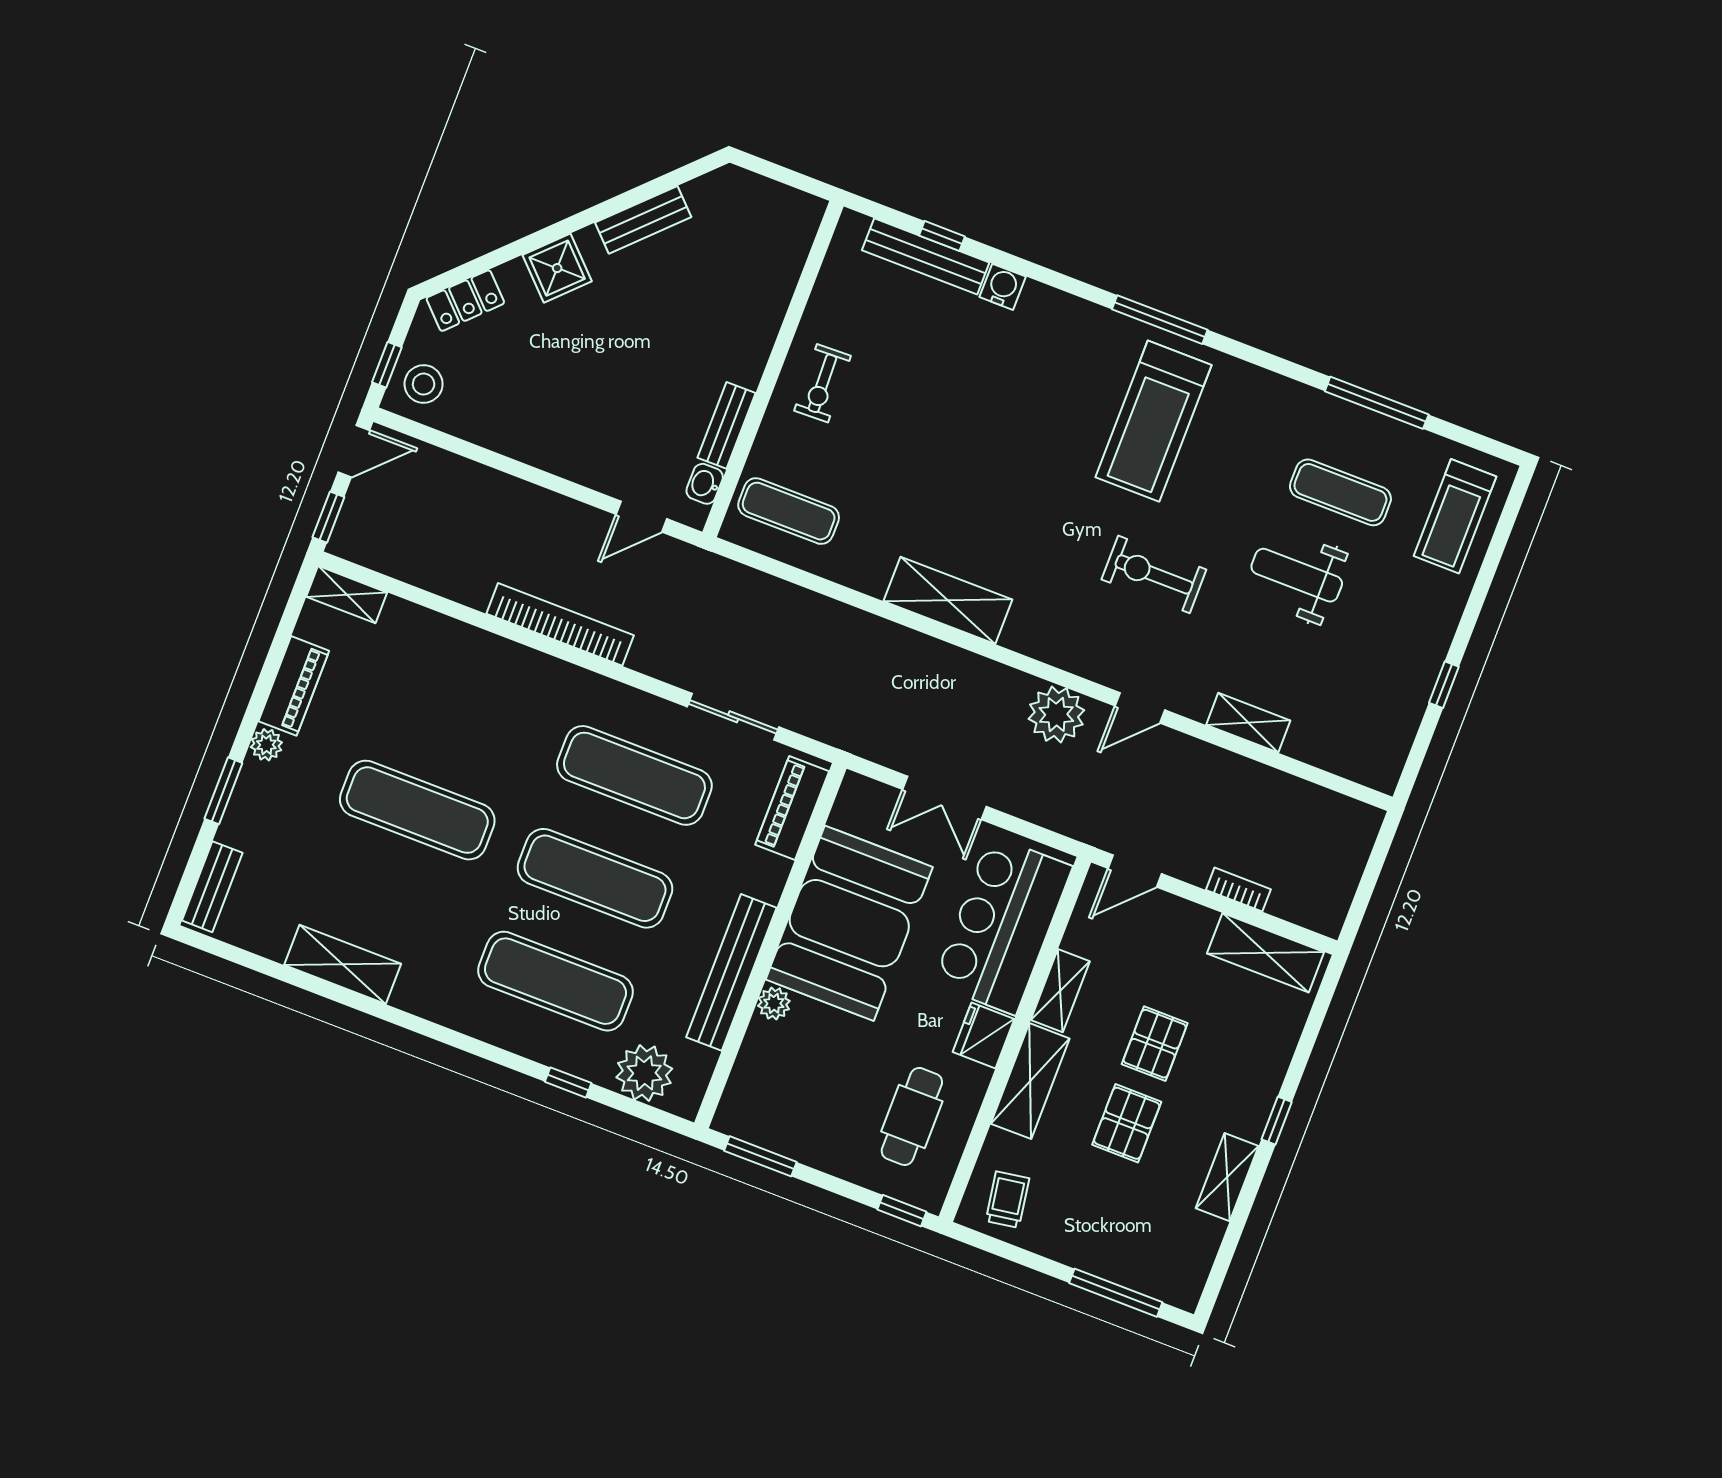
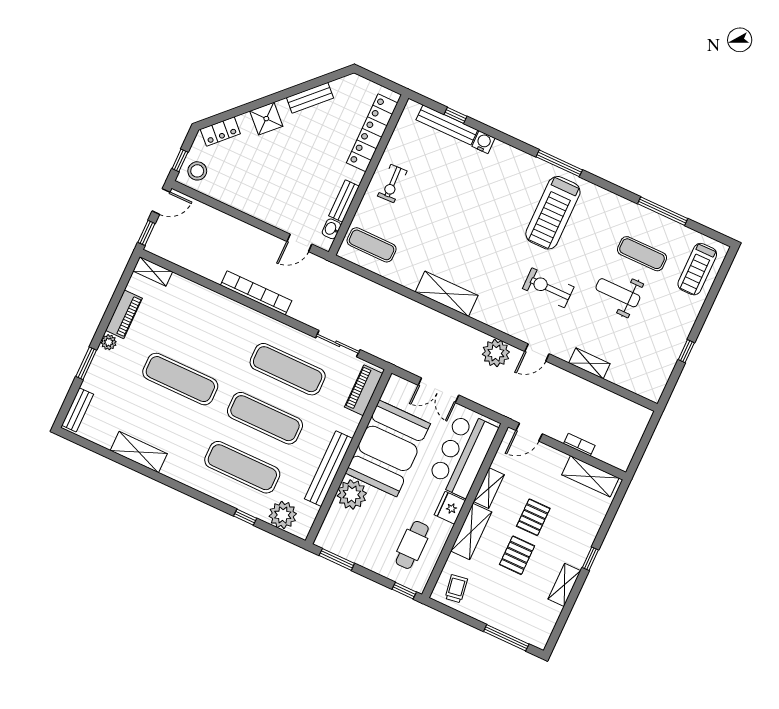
locker: (774, 283) -> (372, 133), added
plant: (774, 1003) -> (352, 494), width x1.87, depth x1.87

